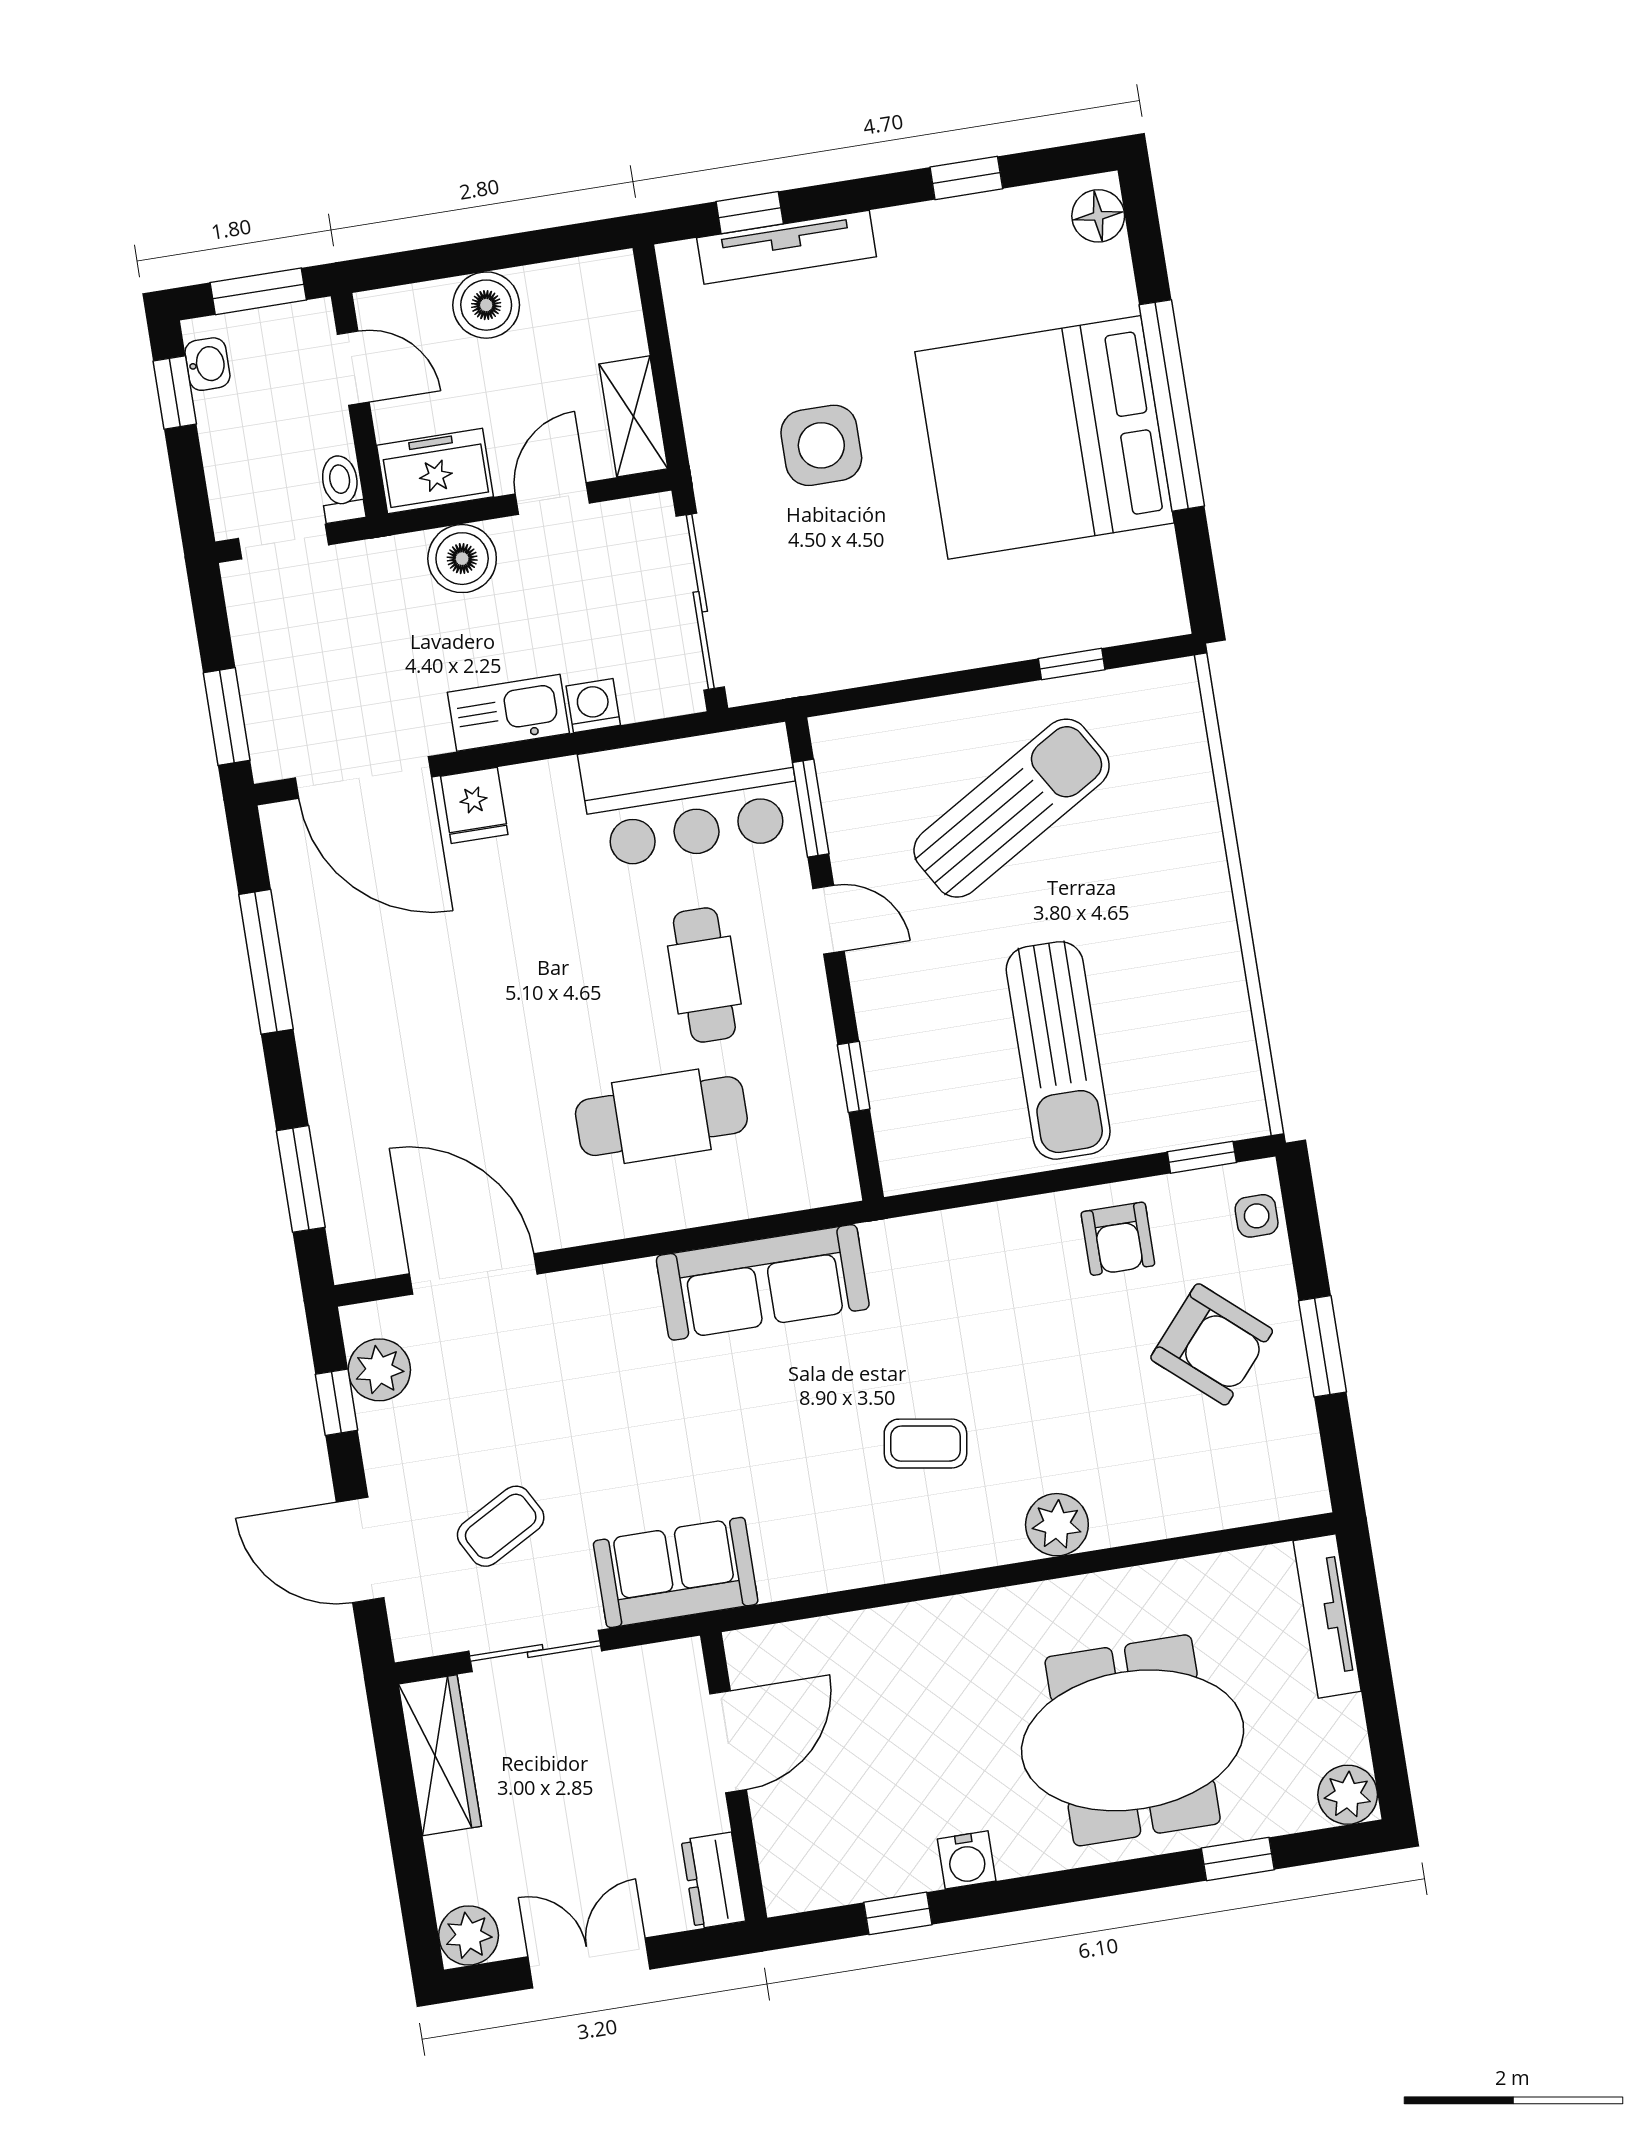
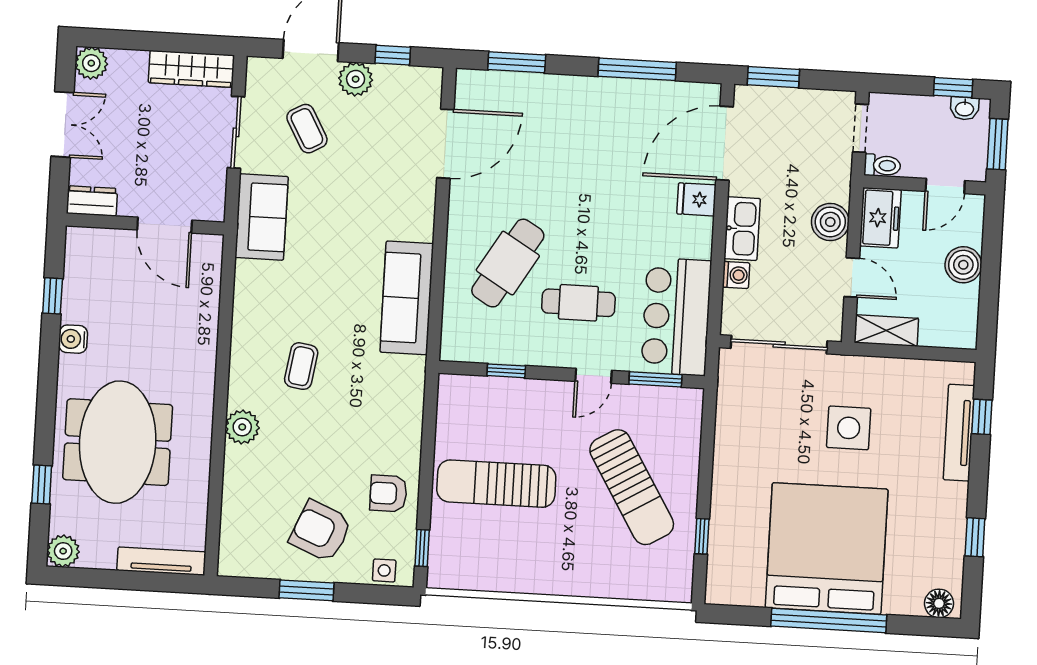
cafe table: (661, 1116) -> (508, 263), turned 31
armchair: (1212, 1344) -> (321, 531), turned 72
plant: (379, 1370) -> (356, 79), moved

